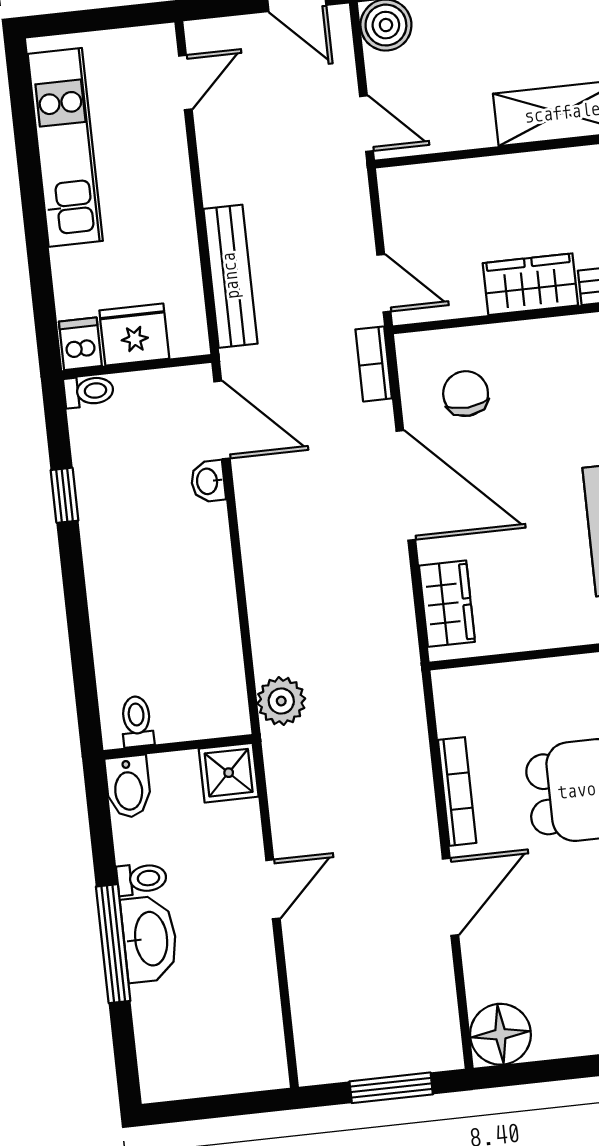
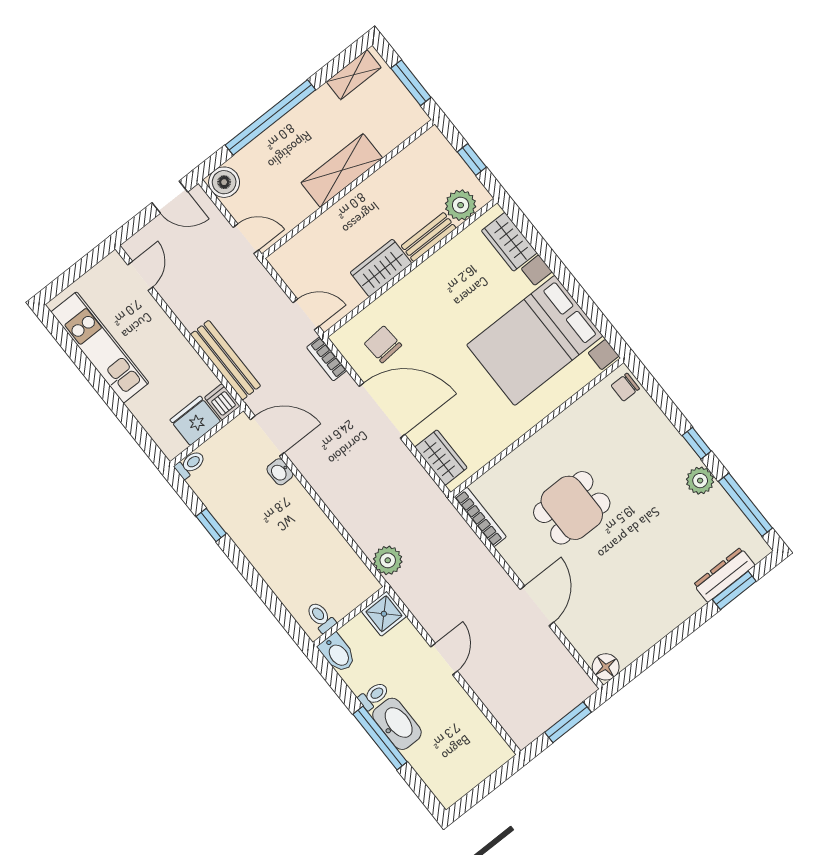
dishwasher: (80, 344) -> (222, 402), moved
bookcase: (457, 791) -> (480, 517), moved
floor lamp: (500, 1034) -> (606, 667), width x0.73, depth x0.73

